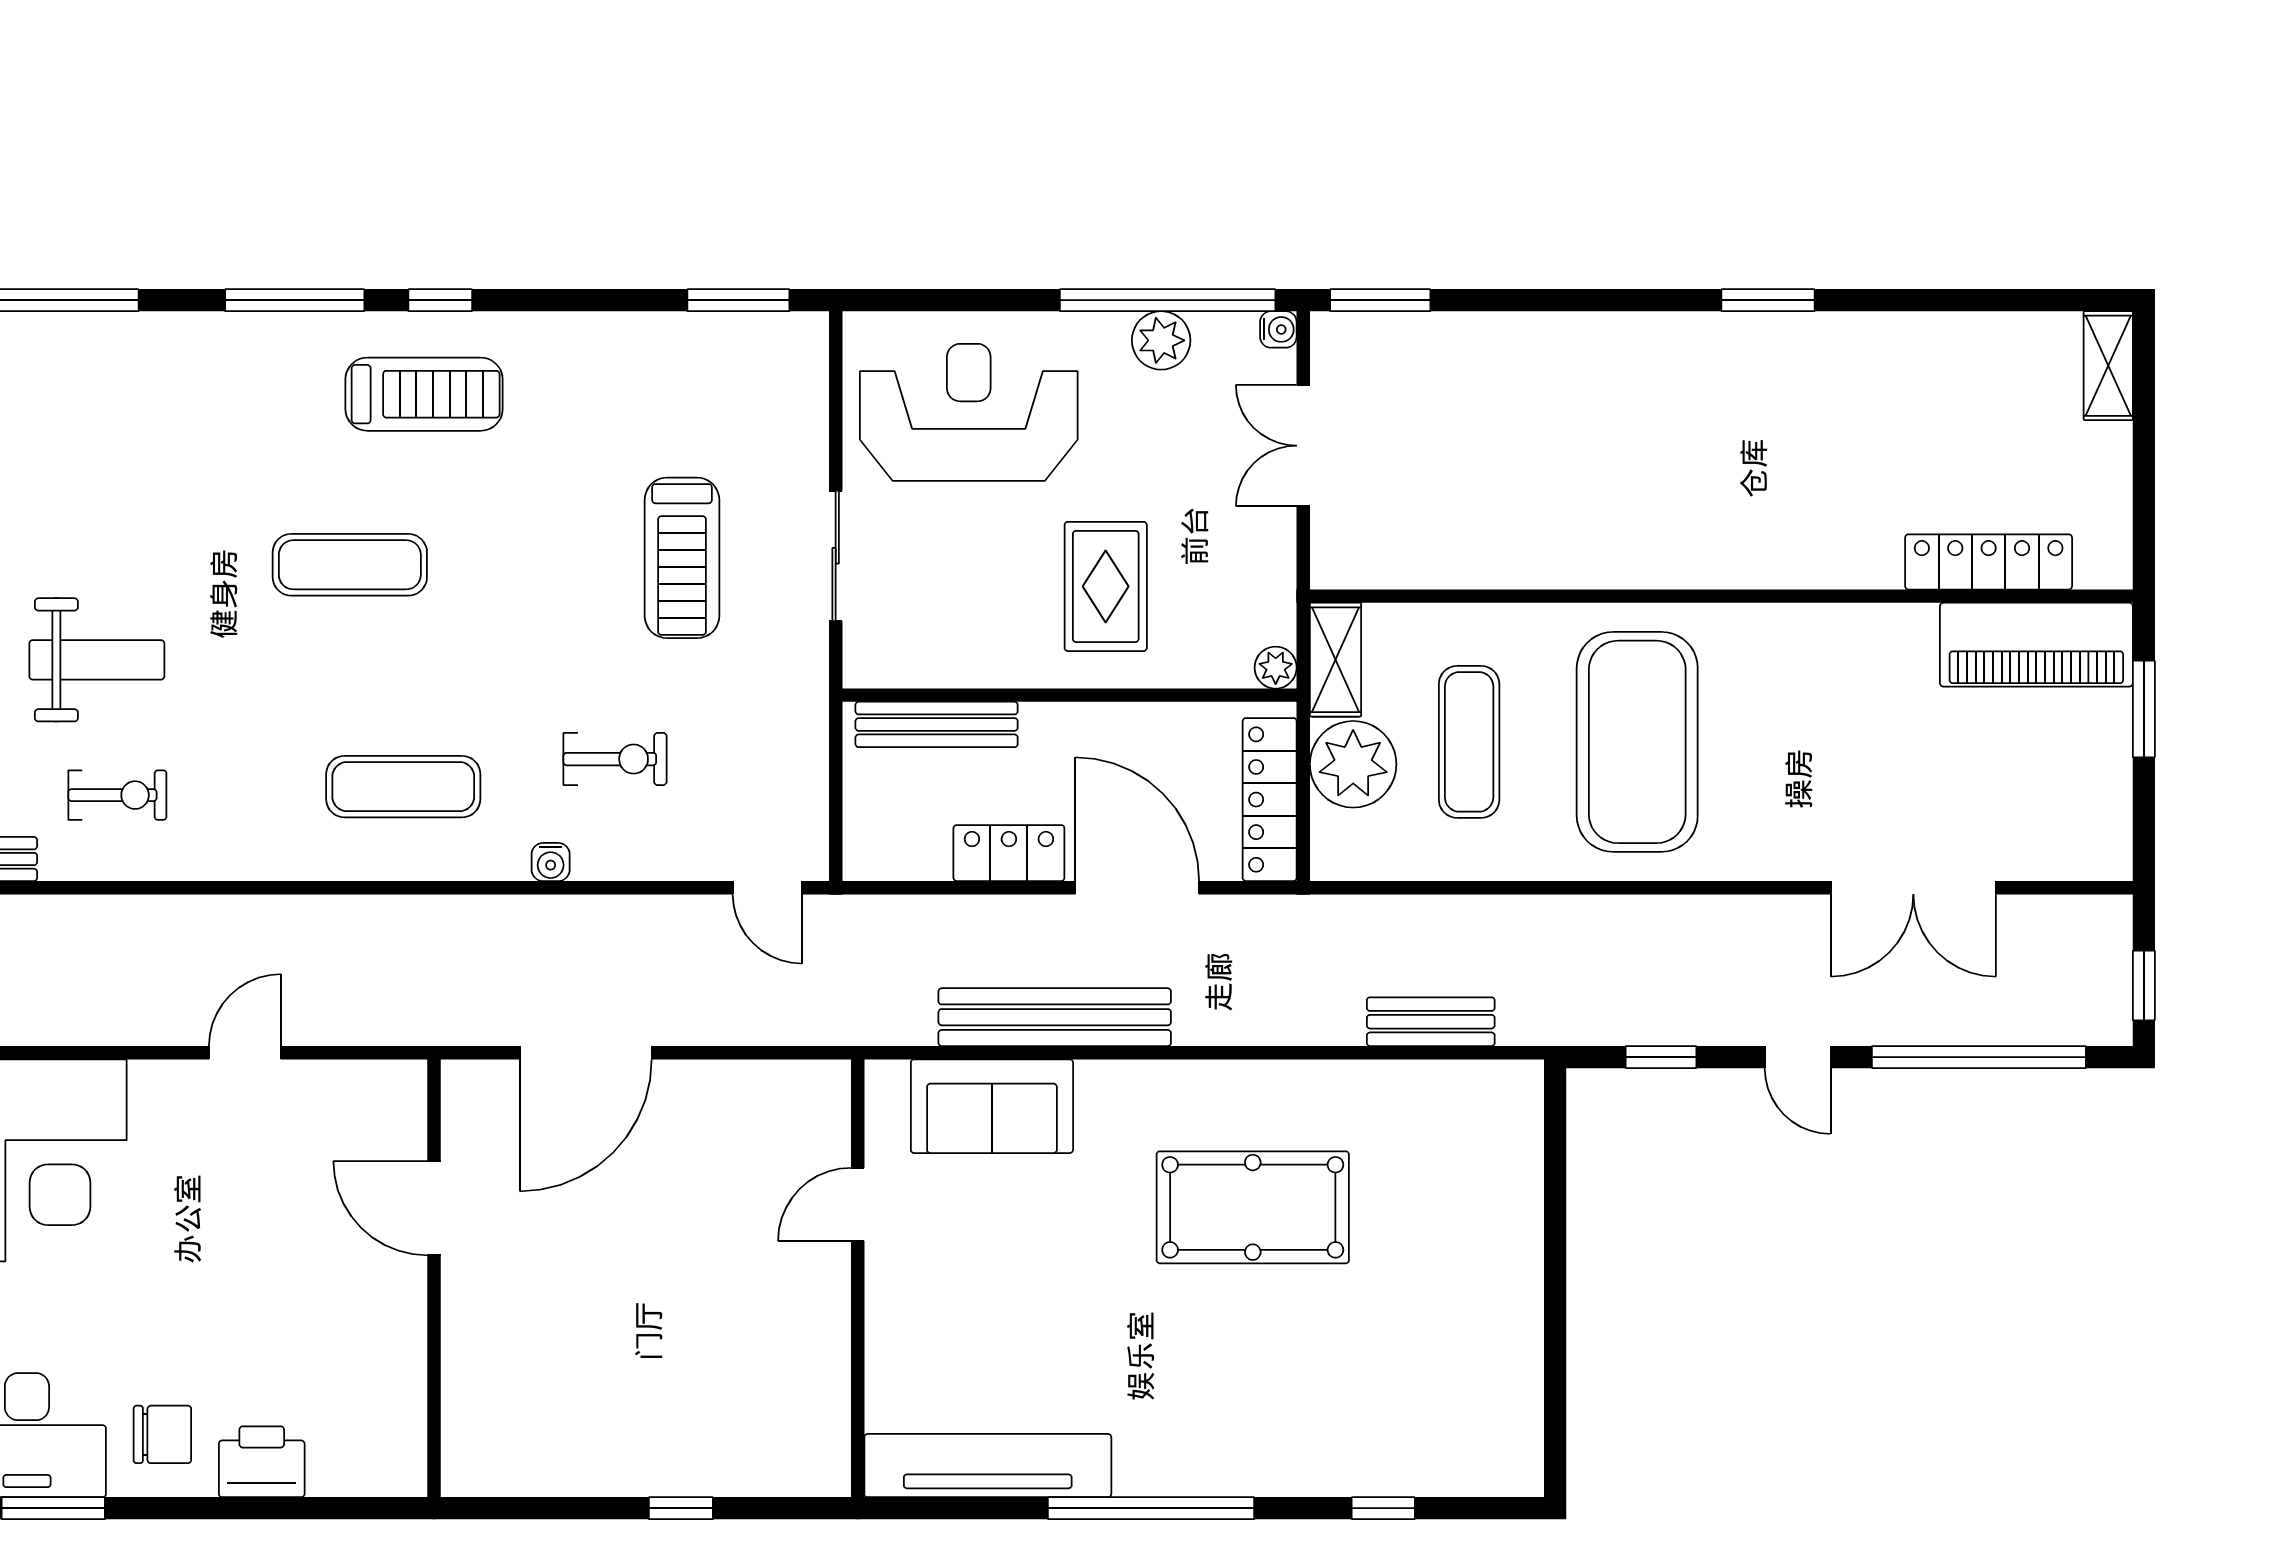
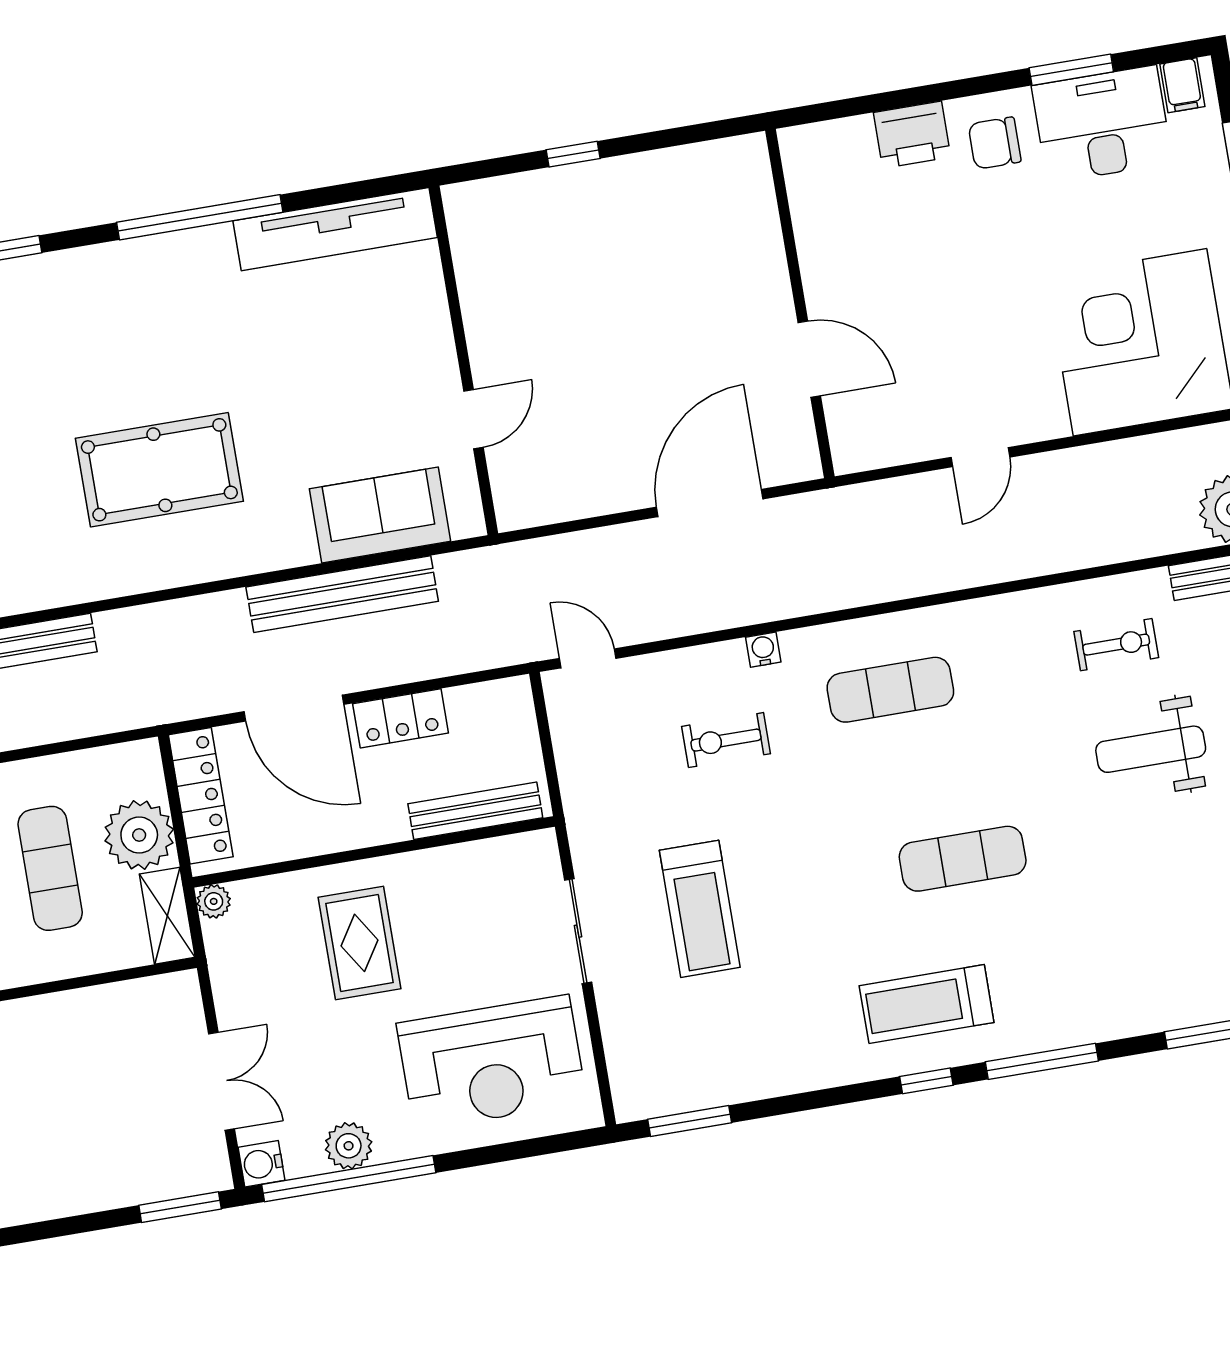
water cooler: (1278, 329) -> (262, 1164), width x1.38, depth x1.38
treadmill: (682, 558) -> (700, 909), turned 180
exercise bike: (117, 795) -> (1116, 645), turned 180

